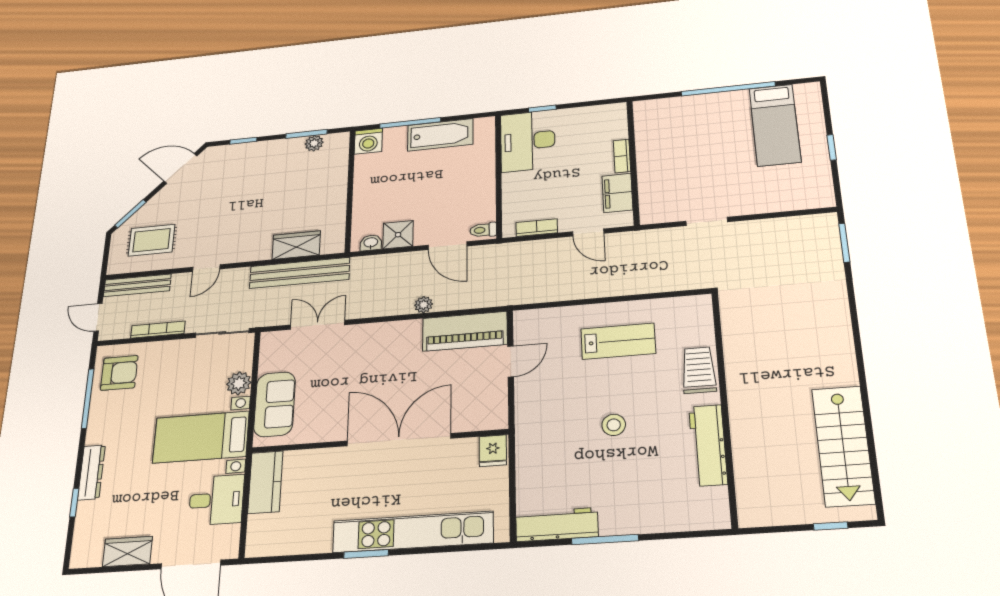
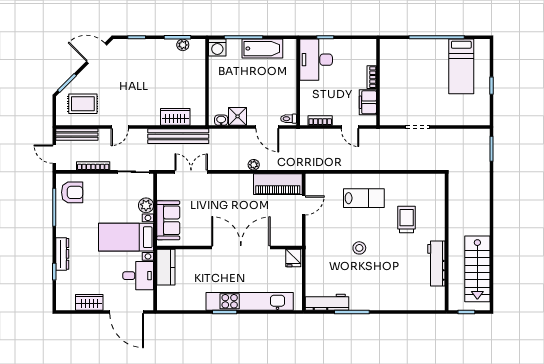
wall: (724, 406) -> (447, 242), moved
workbench: (708, 445) -> (436, 263), moved

